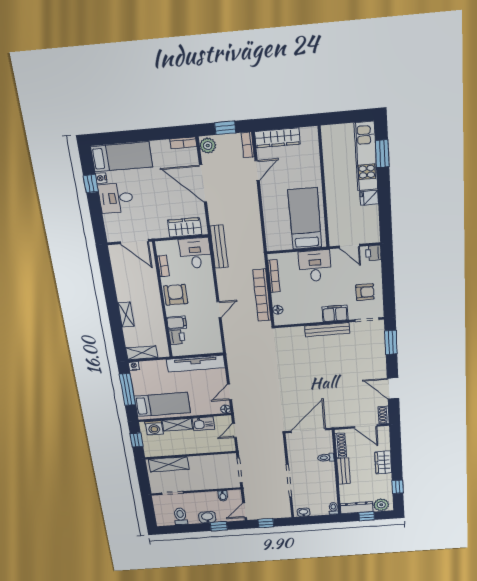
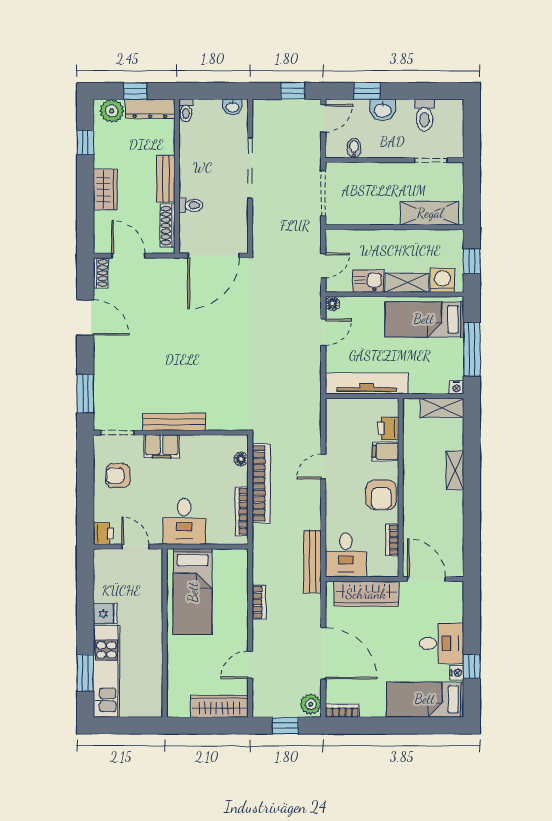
bookcase: (248, 145) -> (259, 602), moved
wardrobe: (185, 227) -> (366, 594), width x1.50

